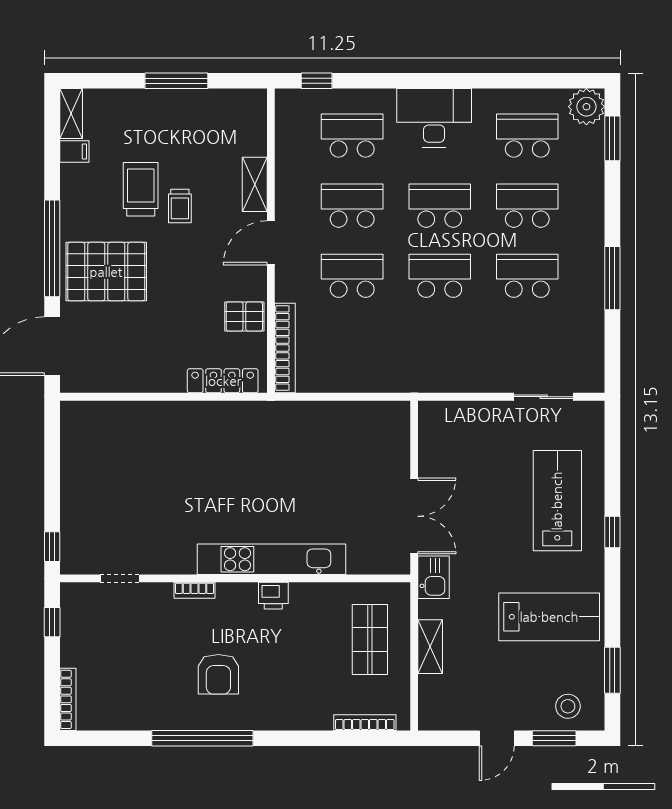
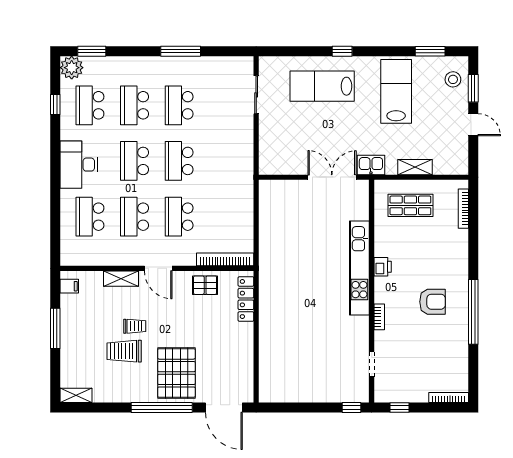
window: (317, 81) -> (55, 105), moved
filing cabinet: (74, 152) -> (69, 286), moved, turned 90
pallet: (244, 316) -> (205, 285), turned 90

